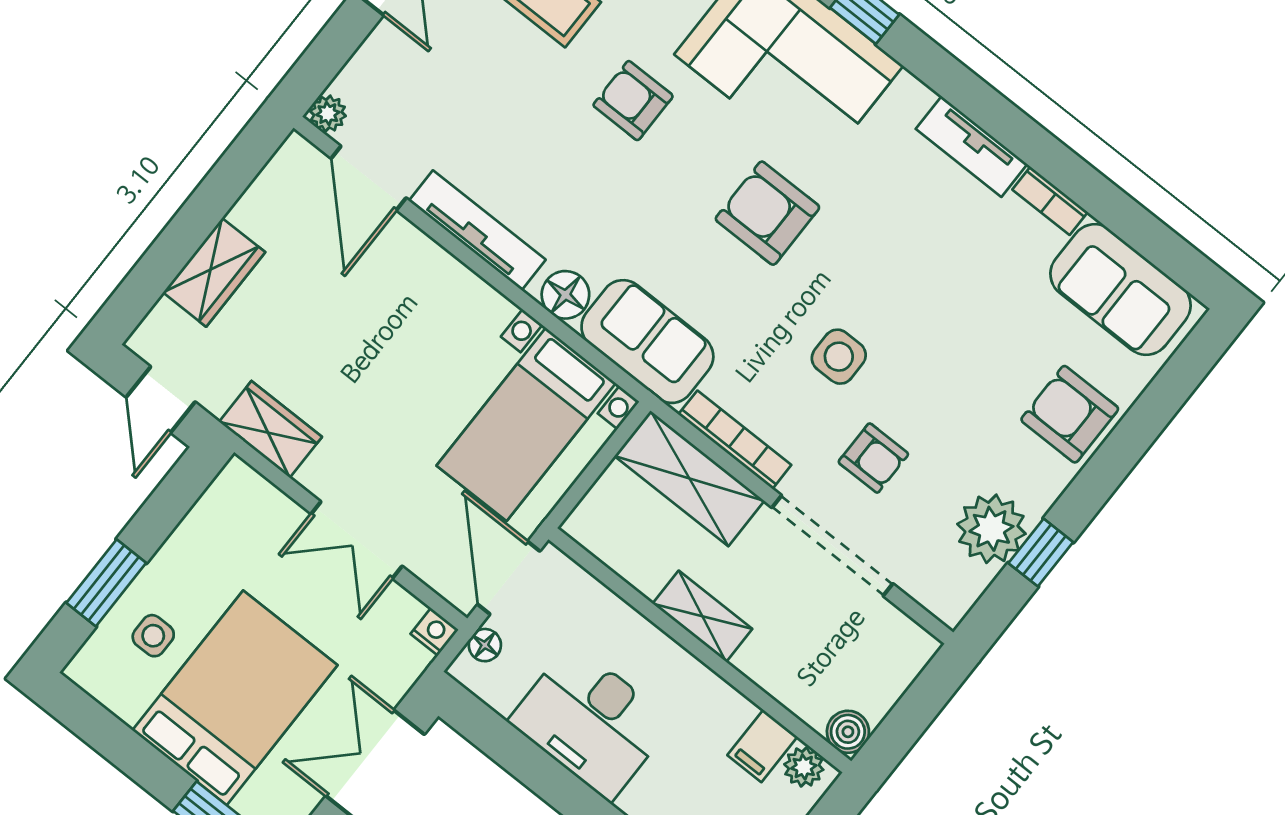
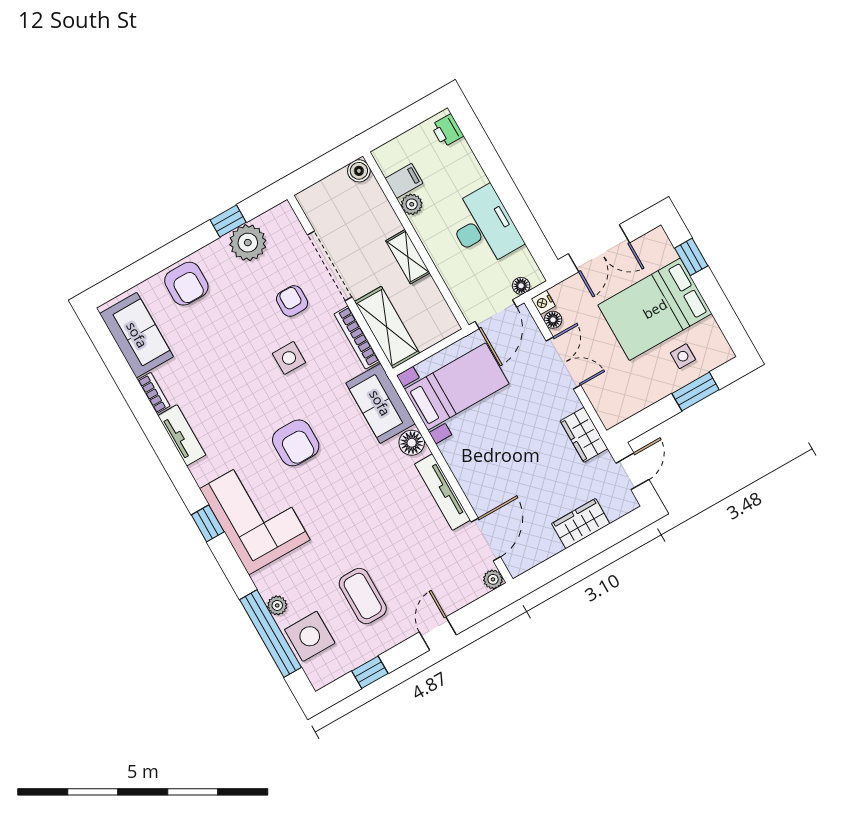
armchair: (633, 101) -> (340, 525), removed
floor lamp: (405, 608) -> (553, 320), added
plant: (804, 767) -> (412, 204), moved

